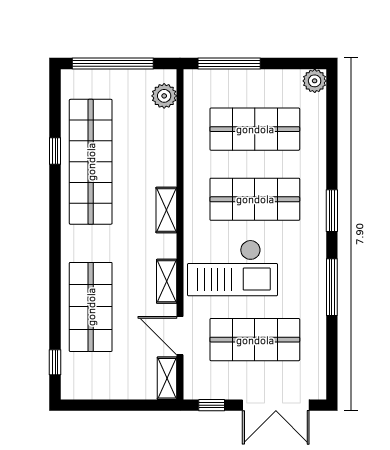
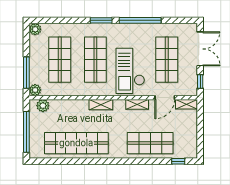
plant: (195, 81) -> (35, 90), added
window: (55, 151) -> (71, 161), removed
checkout: (233, 268) -> (130, 71), turned 180
window: (332, 287) -> (140, 20), width x1.46

